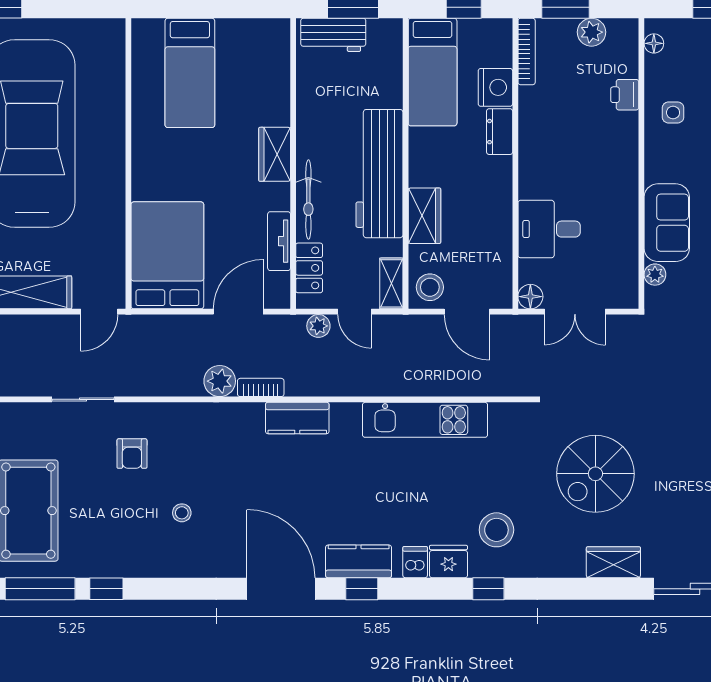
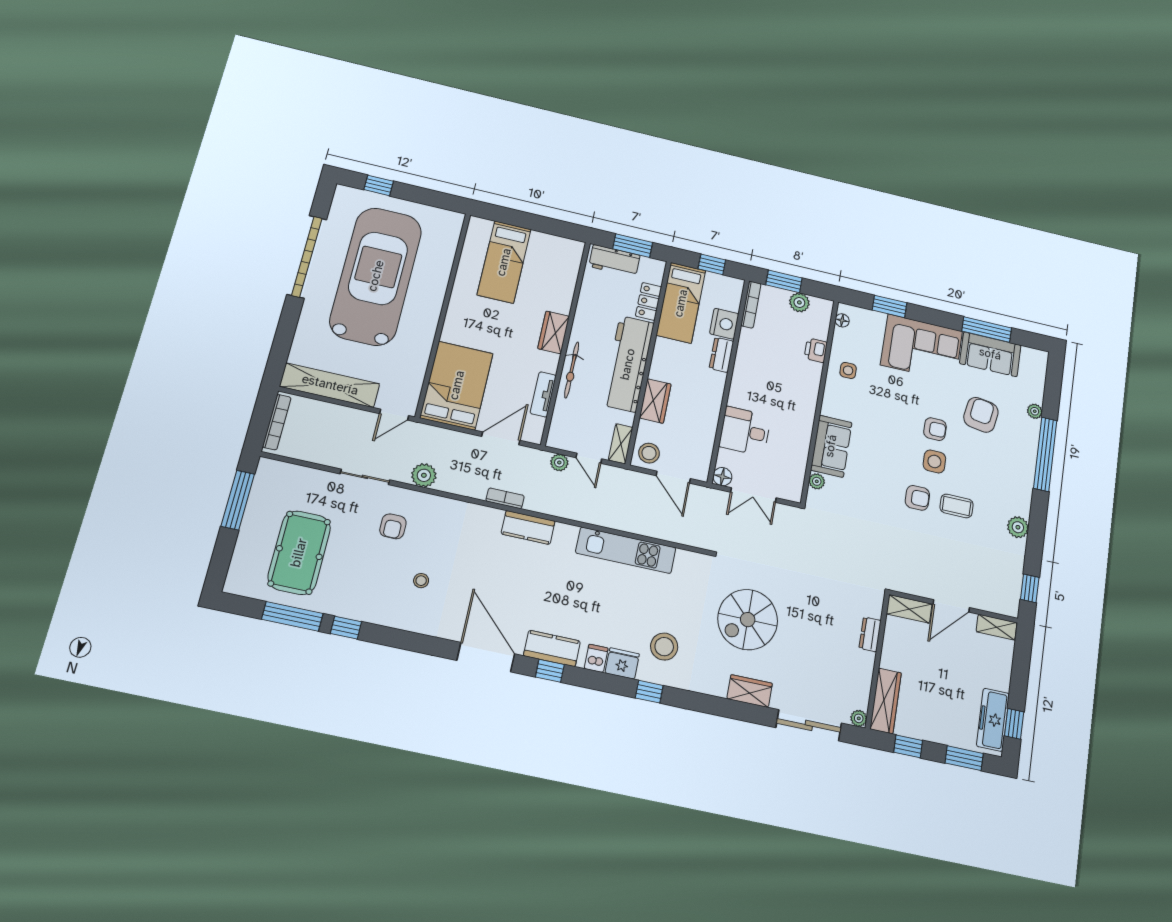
locker: (309, 268) -> (649, 301), moved, turned 180
plant: (220, 381) -> (424, 475), moved

